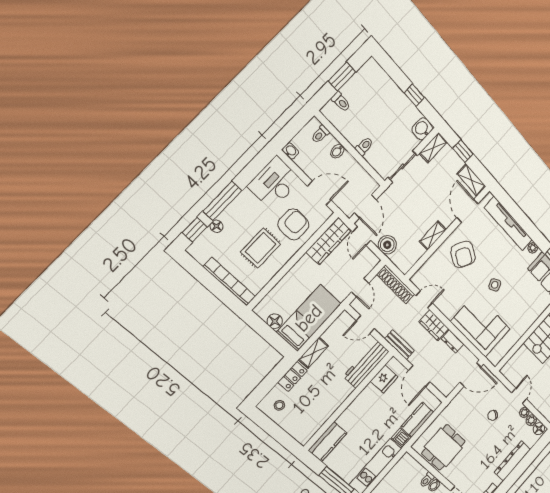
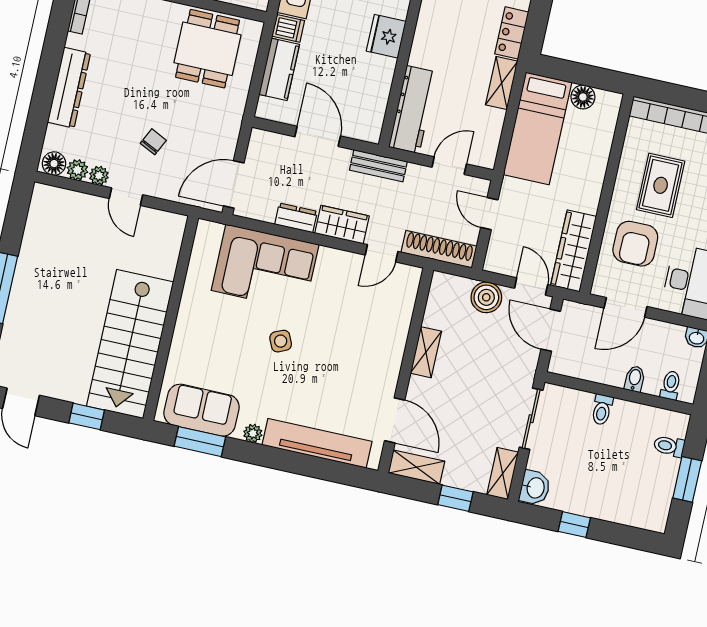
armchair: (463, 254) -> (361, 354), removed
fridge: (384, 379) -> (386, 36), moved

